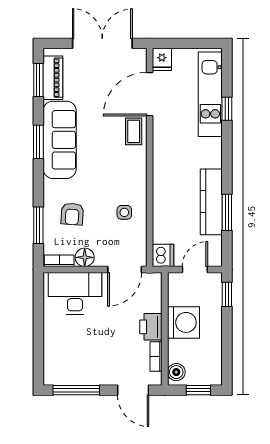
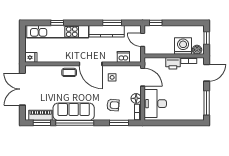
door: (150, 94) -> (91, 64), moved
kitchen unit: (210, 94) -> (58, 32), width x1.36
window: (38, 142) -> (75, 123), width x2.11
dishwasher: (163, 255) -> (123, 57), moved
washing machine: (183, 322) -> (183, 46), moved

